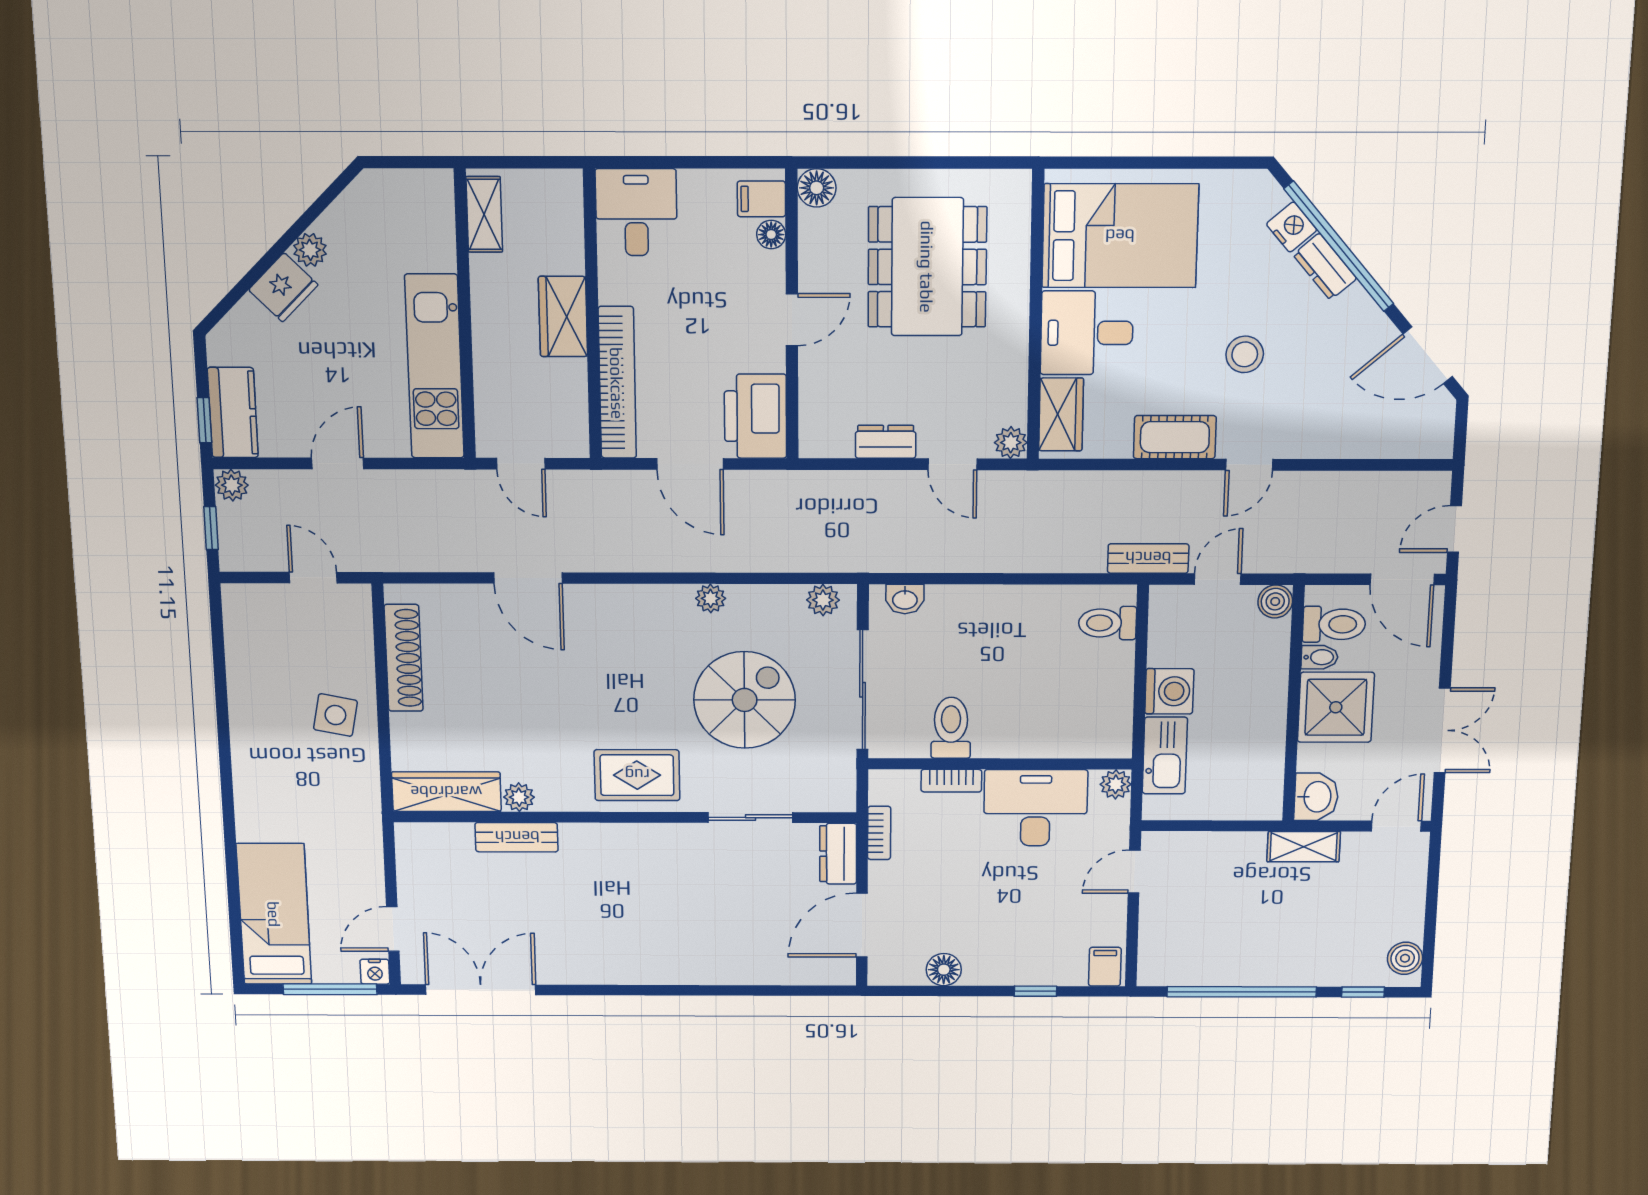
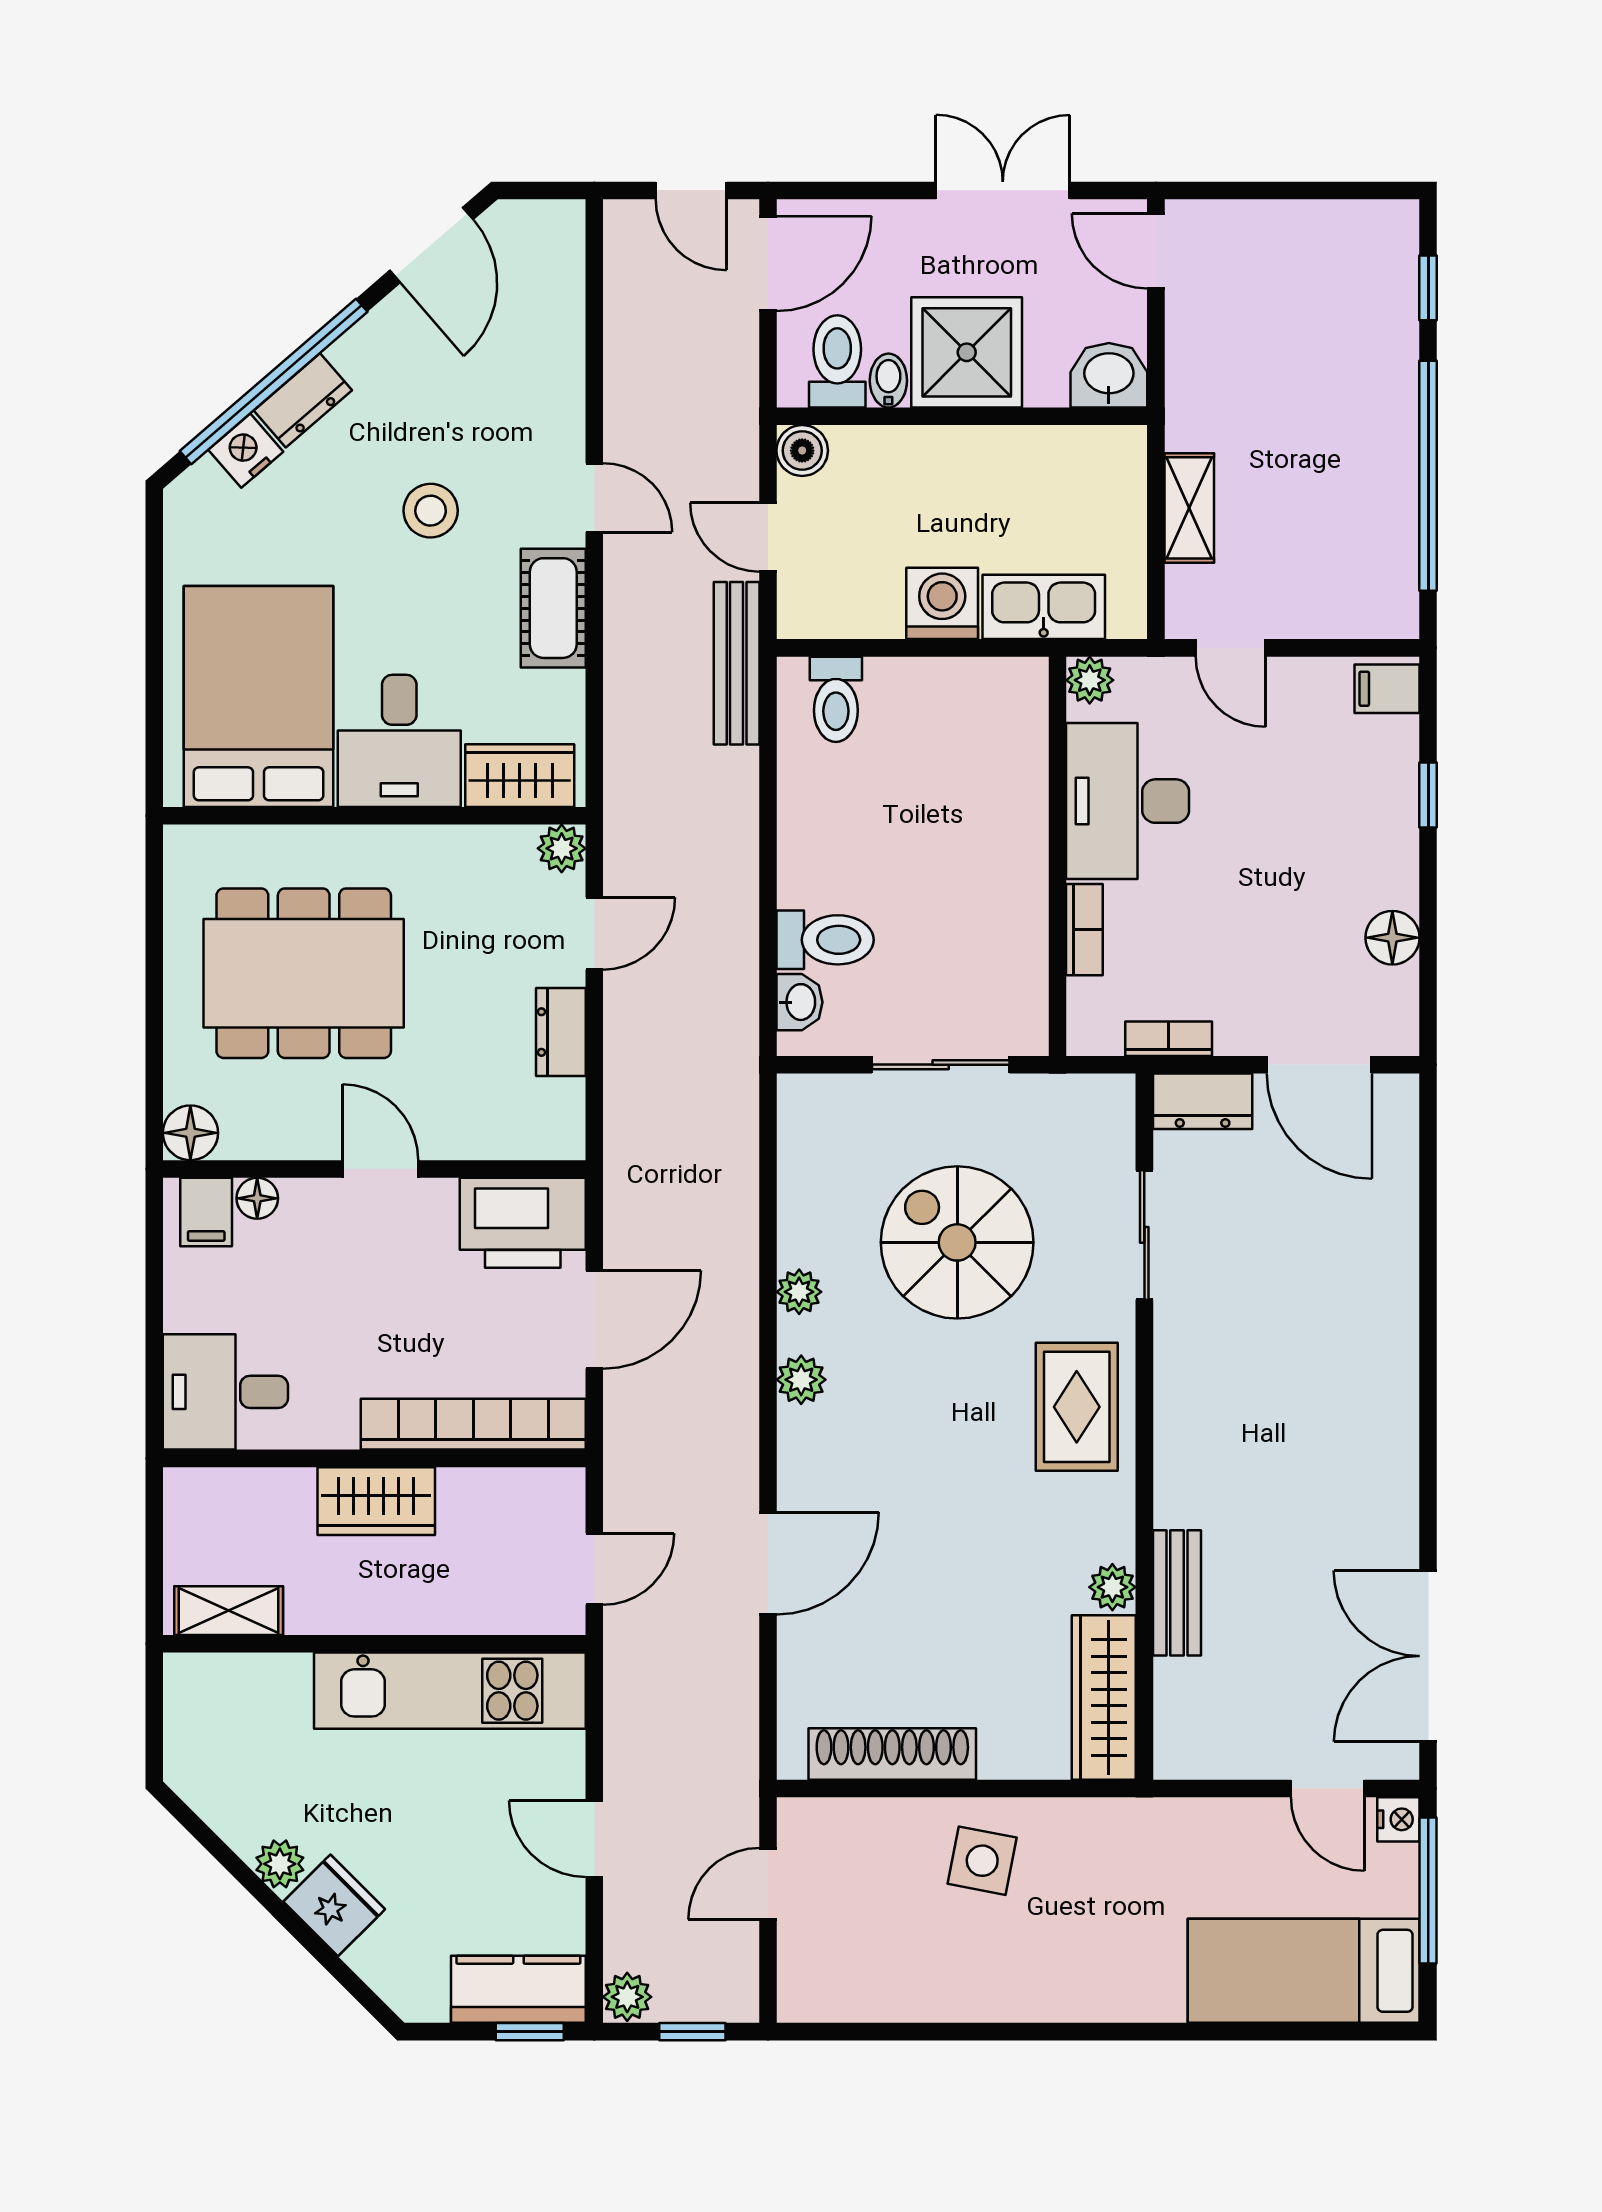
bench: (1148, 558) -> (737, 663), width x1.36
plant: (823, 600) -> (801, 1380), moved
sliding door: (863, 690) -> (941, 1065), width x0.73
toilet: (951, 728) -> (825, 940), moved, turned 180
shelving: (1304, 847) -> (1189, 508), moved
boiler: (1405, 958) -> (1372, 226), removed

